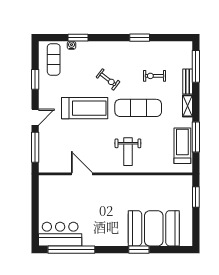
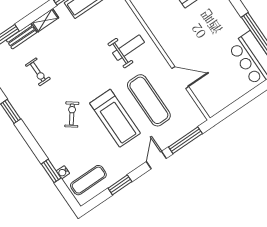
treadmill: (85, 108) -> (115, 118), turned 180
exercise mat: (138, 108) -> (149, 100), moved
door: (35, 117) -> (156, 160), hinge flipped
door: (82, 174) -> (180, 77), swing flipped

